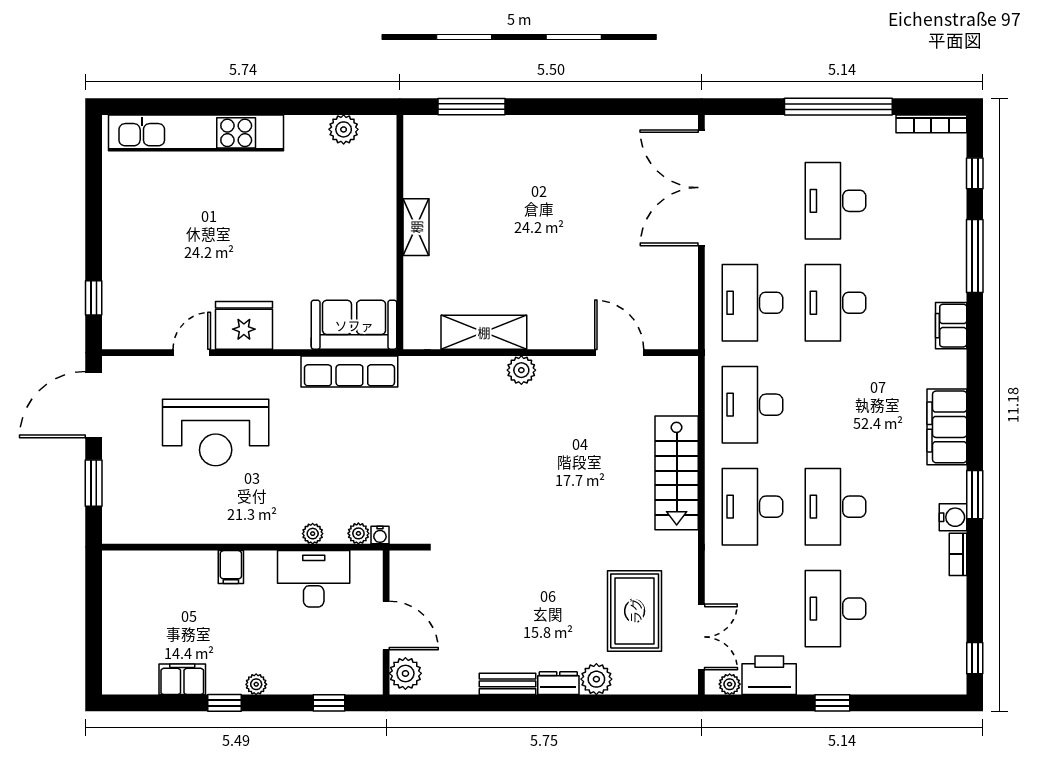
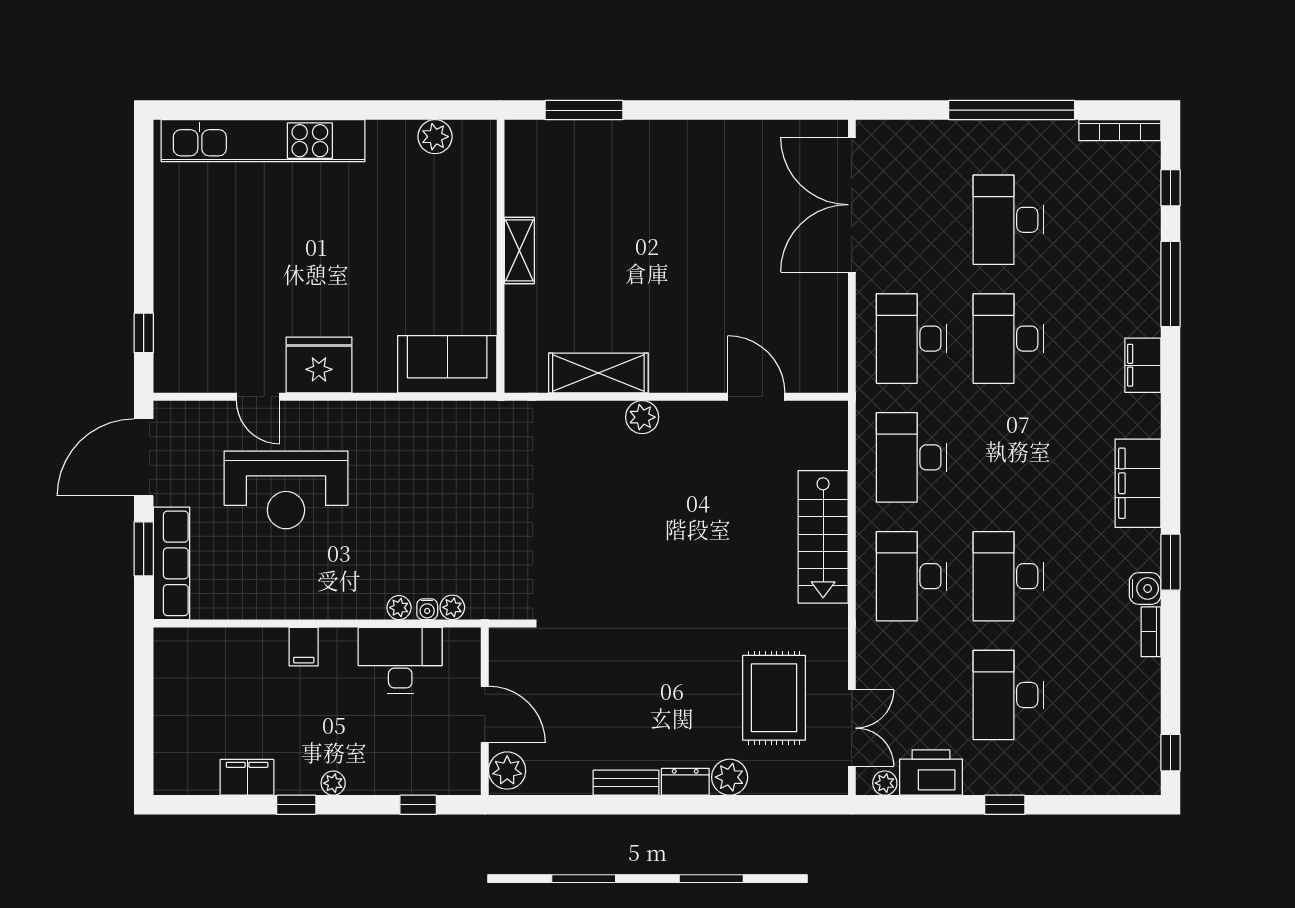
door: (192, 353) -> (258, 397), swing flipped
row of seats: (349, 372) -> (171, 563), moved, turned -90
water cooler: (380, 535) -> (427, 609), moved

